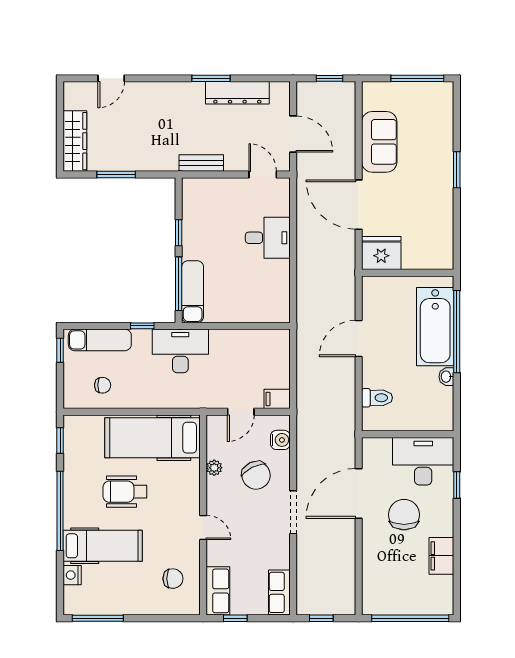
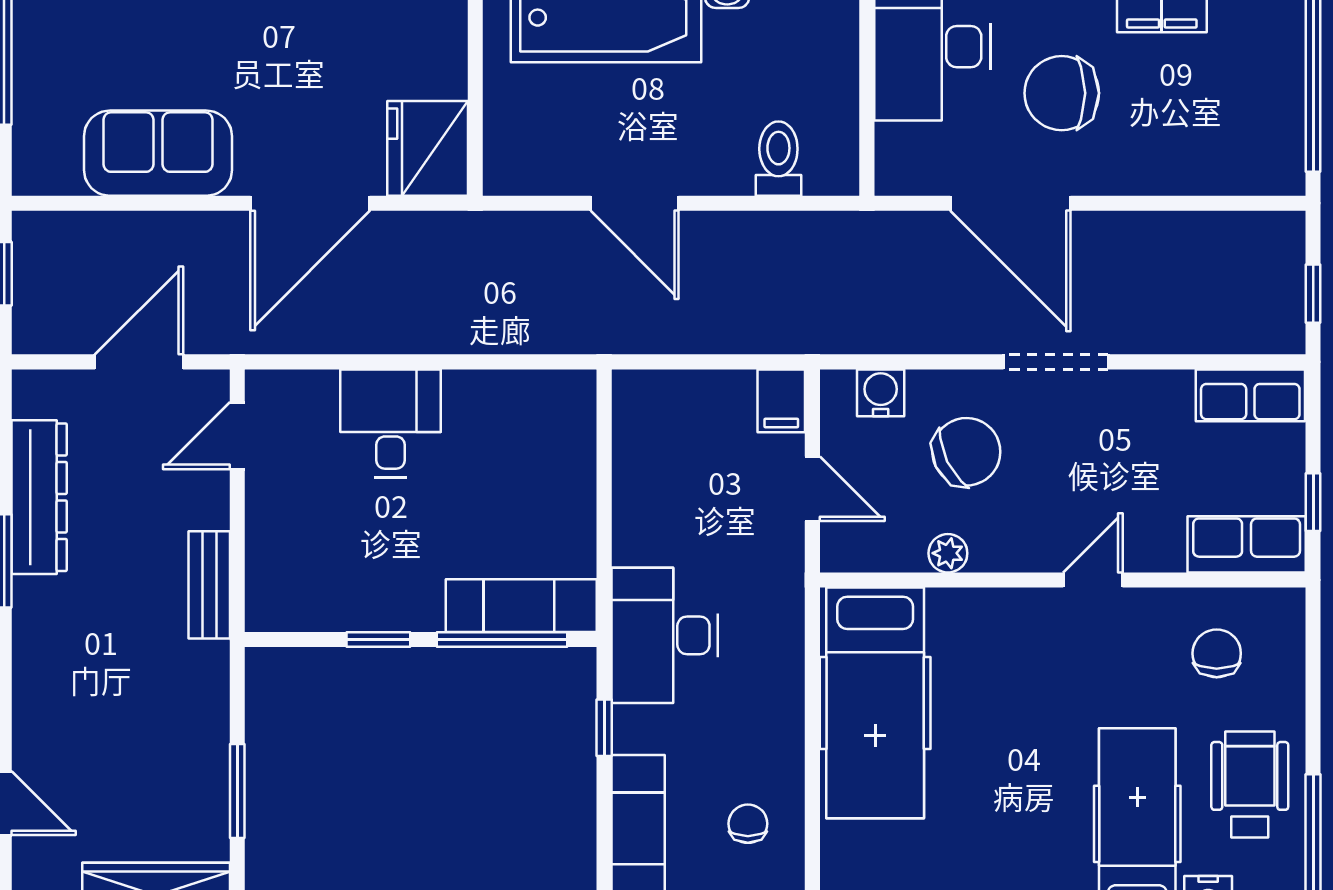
wheelchair: (125, 492) -> (1250, 784), moved, turned 180

